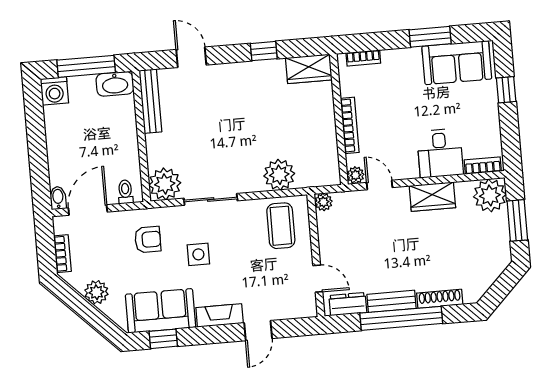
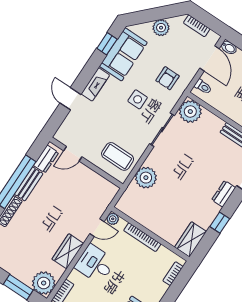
dresser: (228, 73) -> (224, 194), added
desk: (440, 153) -> (95, 264), moved
plant: (323, 202) -> (112, 190), removed

